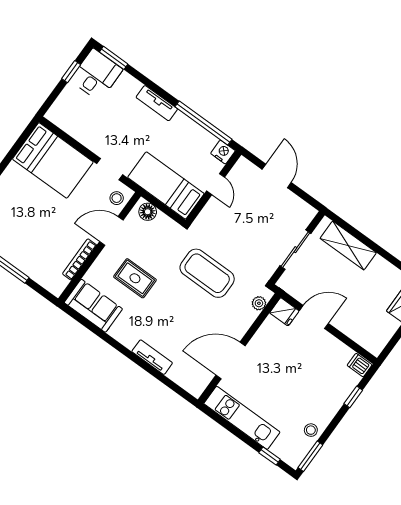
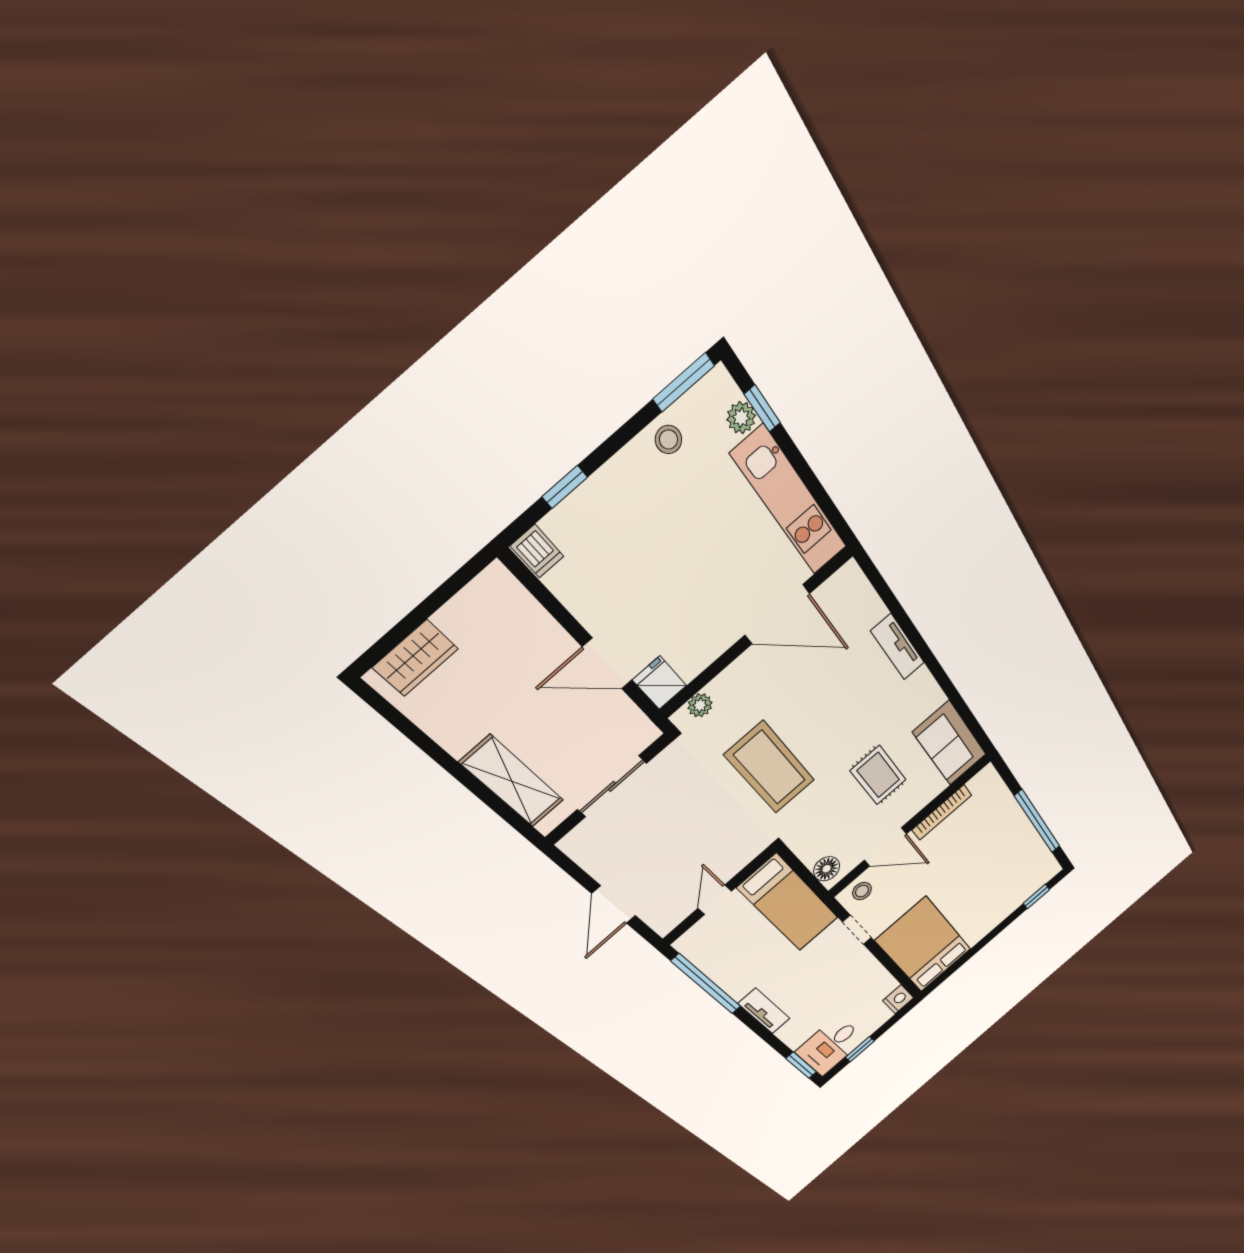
nightstand: (223, 152) -> (898, 999), moved, turned 180
plant: (279, 449) -> (741, 418), added

